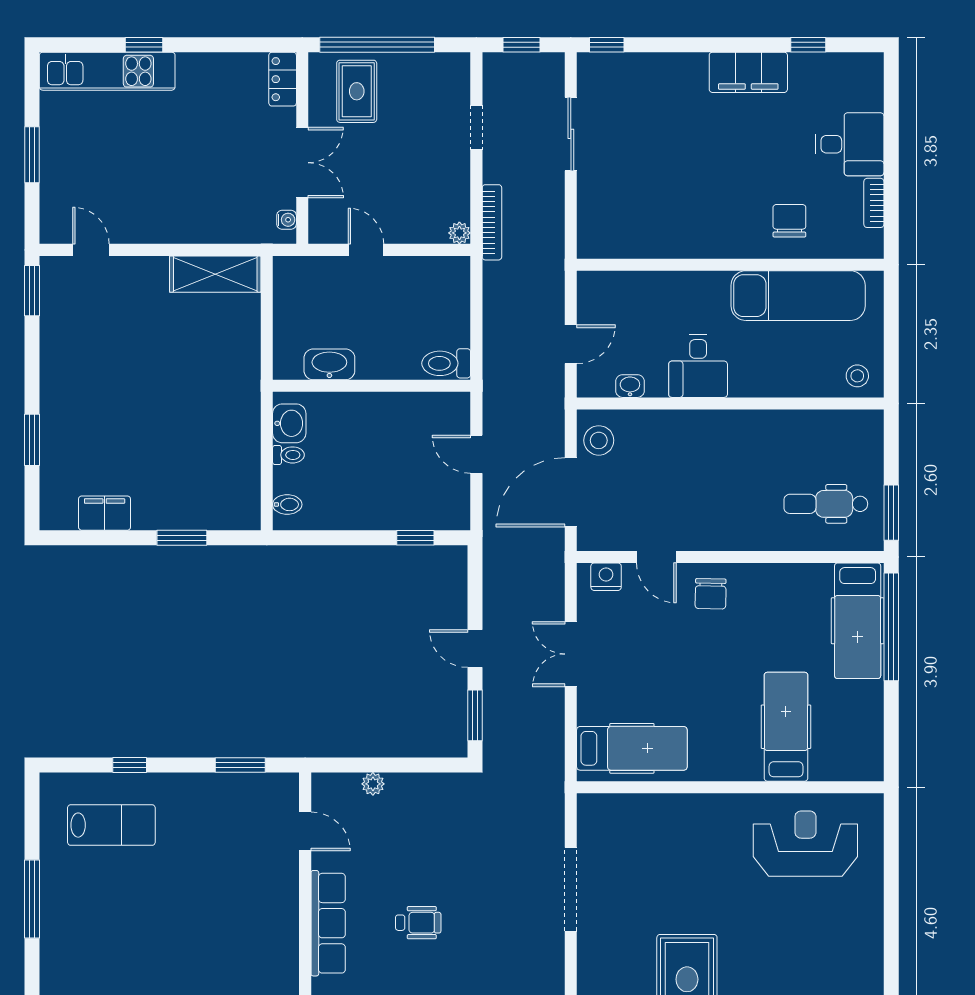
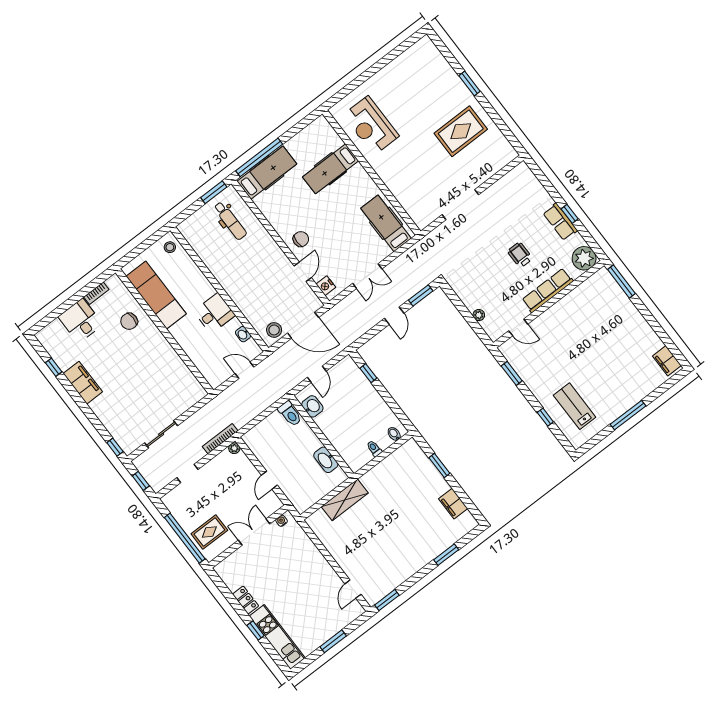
locker: (283, 79) -> (246, 600), moved, turned -90
shelving: (215, 274) -> (345, 500), moved, turned 90
washbasin: (289, 423) -> (312, 406), moved, turned 90
door: (305, 831) -> (518, 327), swing flipped

